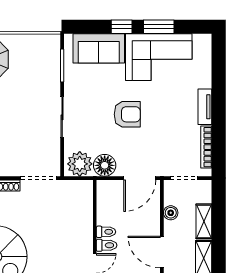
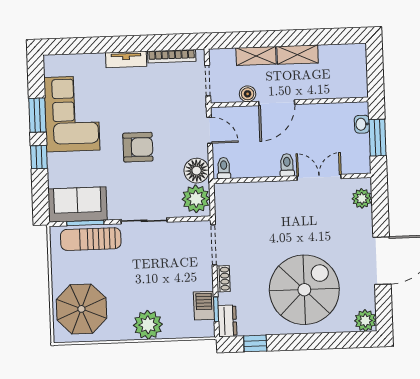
sofa: (99, 48) -> (77, 204), moved, turned -90
sun lounger: (48, 70) -> (91, 239), added
armchair: (127, 114) -> (138, 147), turned 90
door: (140, 178) -> (210, 130), width x0.73
toilet: (106, 232) -> (224, 168), moved
door: (162, 252) -> (277, 103), moved

